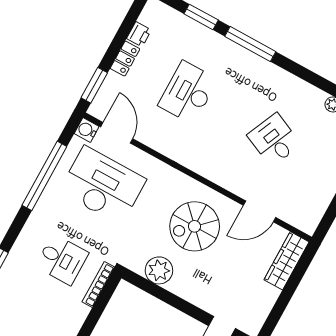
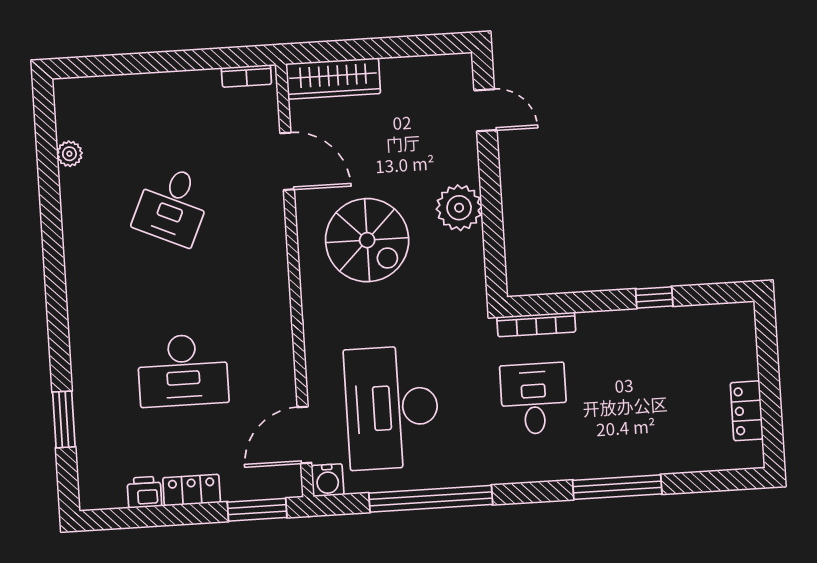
window: (250, 44) -> (58, 325), removed
bookcase: (315, 218) -> (246, 76), added
plant: (159, 270) -> (459, 208), moved

